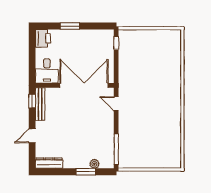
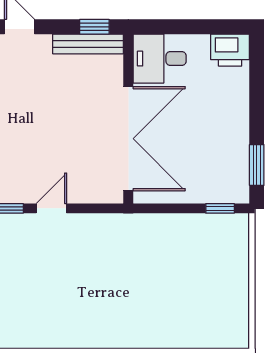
window: (70, 26) -> (257, 165), moved
door: (116, 104) -> (51, 208), moved

